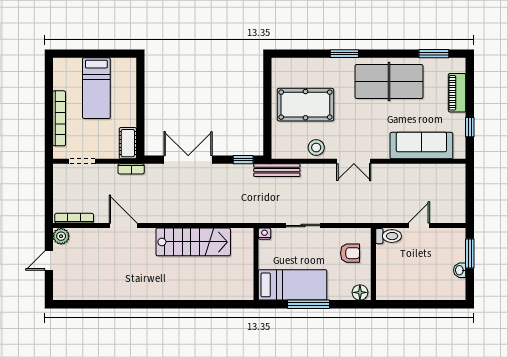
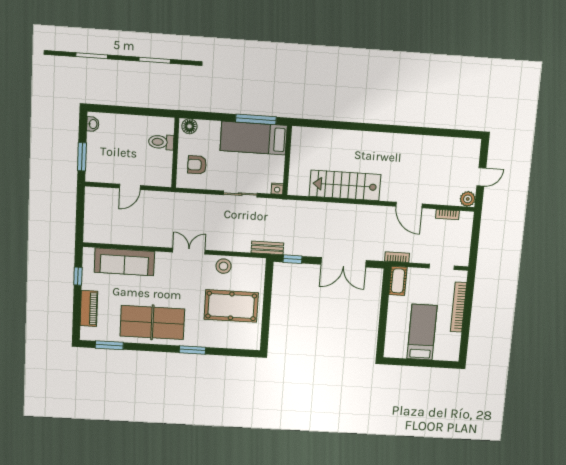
bench: (277, 170) -> (267, 248), width x0.73
bookcase: (74, 218) -> (447, 215), width x0.64
toilet: (389, 236) -> (161, 142), moved
washbasin: (460, 270) -> (93, 124), moved
window: (309, 304) -> (256, 119), moved

